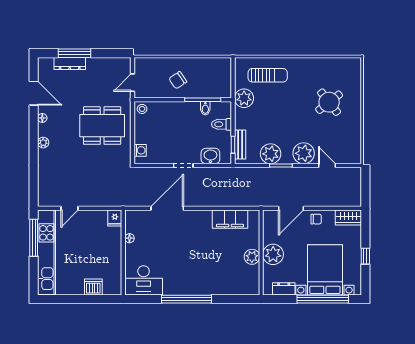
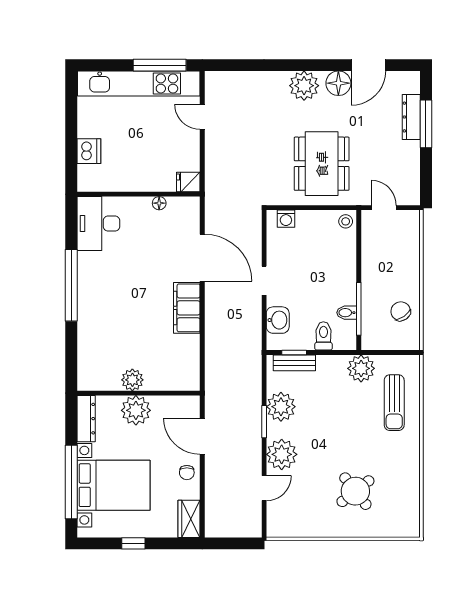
chair: (178, 80) -> (401, 311), moved
floor lamp: (42, 118) -> (338, 83), width x1.89, depth x1.89
plant: (43, 143) -> (304, 86), width x1.88, depth x1.88
filing cabinet: (230, 219) -> (187, 308), moved
dresser: (284, 289) -> (86, 419), width x1.44

